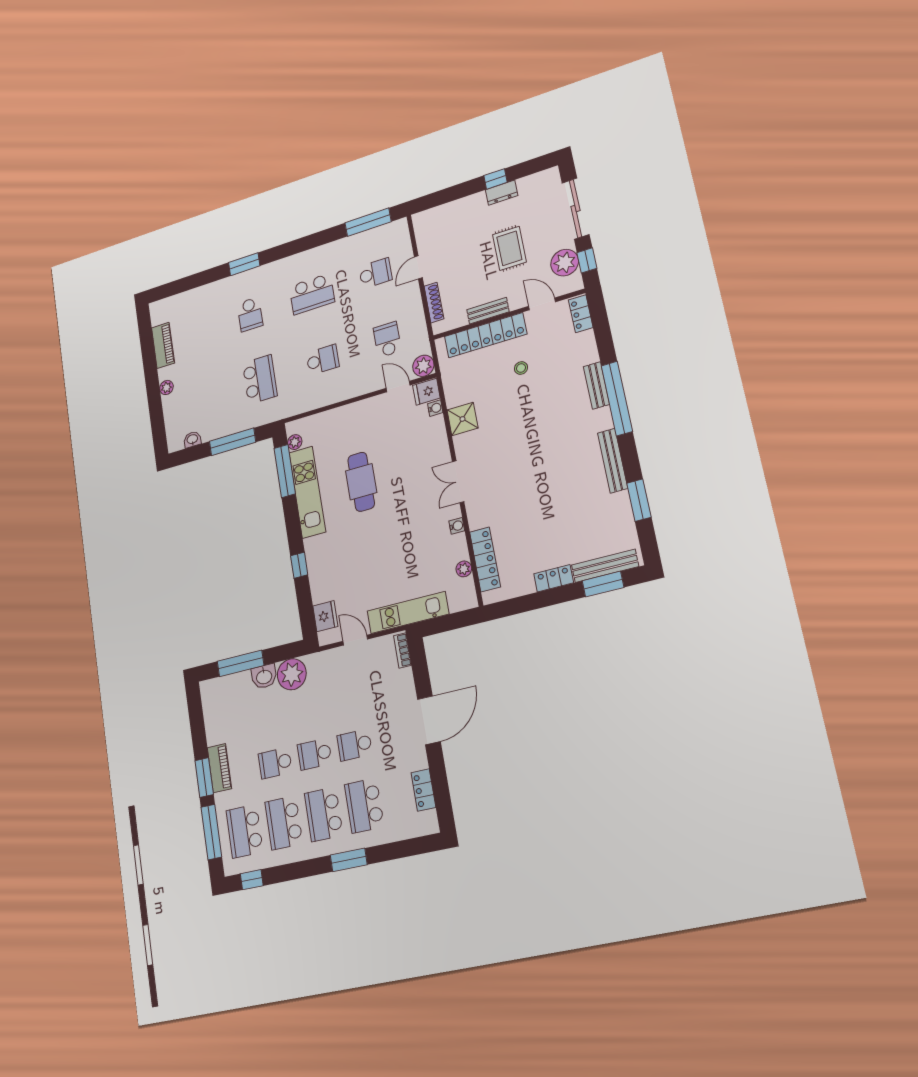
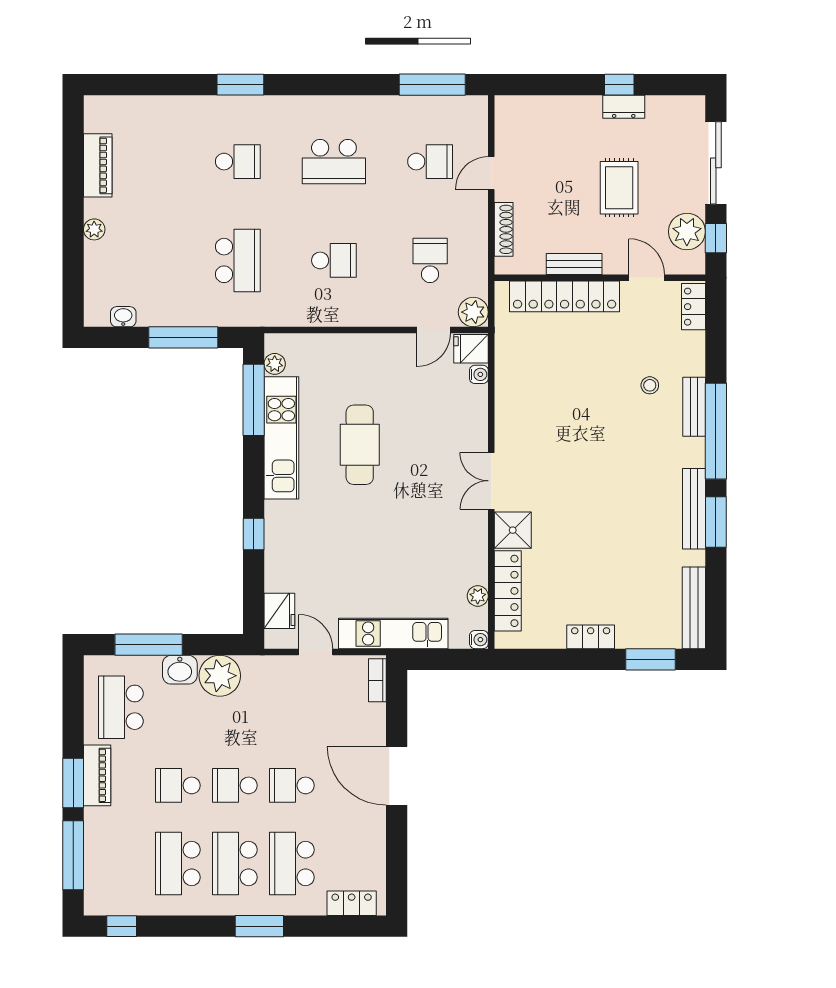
school desk: (250, 314) -> (238, 162), turned -90
stool: (521, 368) -> (650, 385), moved
door: (398, 387) -> (434, 330), swing flipped
shower: (462, 419) -> (513, 530), moved
window: (639, 500) -> (716, 522), moved
water cooler: (457, 526) -> (479, 640), moved
bench: (605, 566) -> (694, 608), moved, turned 90
door: (429, 720) -> (397, 776), swing flipped
locker: (423, 790) -> (352, 903), moved, turned 90
school desk: (245, 831) -> (121, 707), moved

